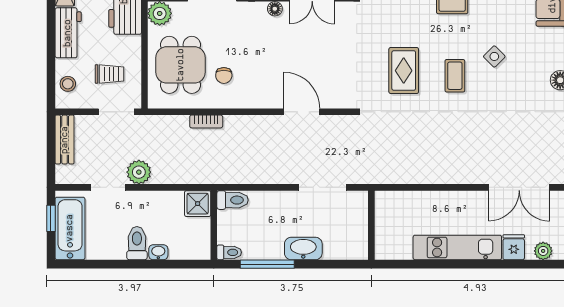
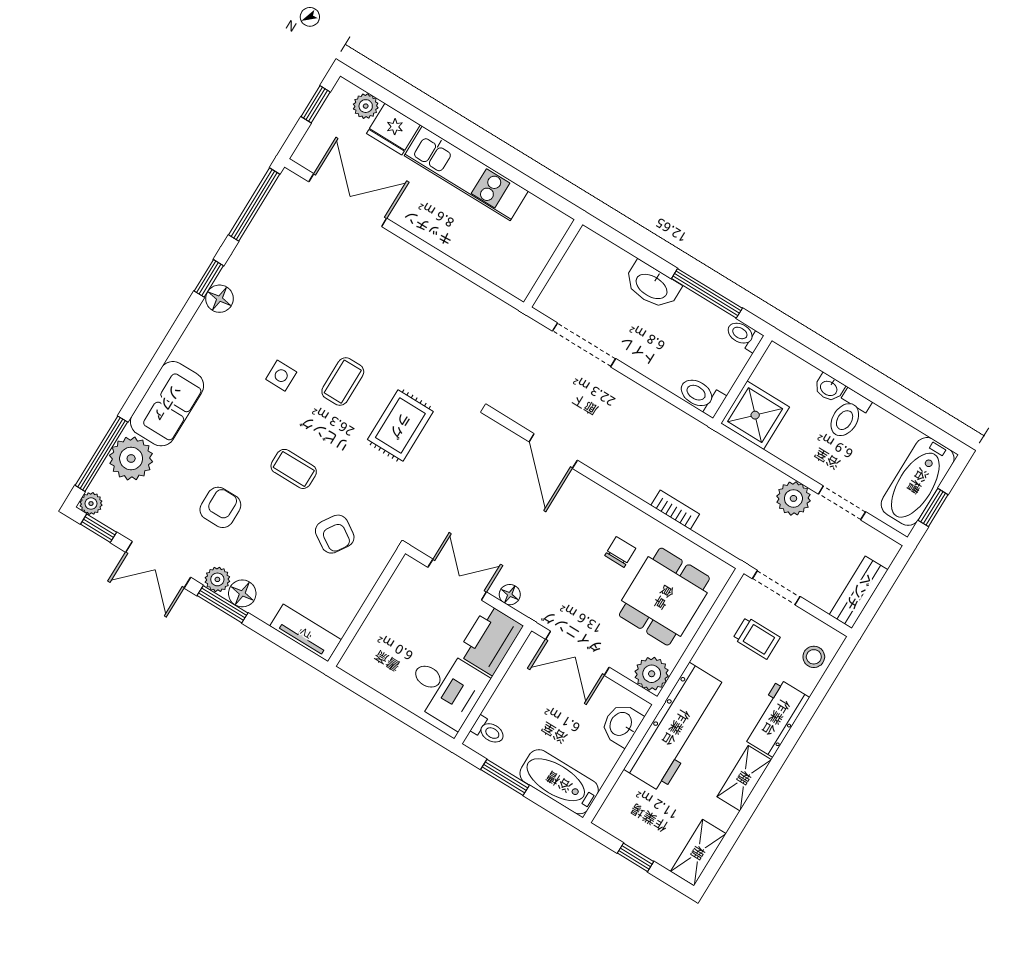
side table: (494, 56) -> (281, 376), turned 45
trolley: (110, 74) -> (756, 638), turned 180
shower: (198, 204) -> (755, 415), width x1.36, depth x1.36
fridge: (514, 247) -> (393, 129), width x1.38

